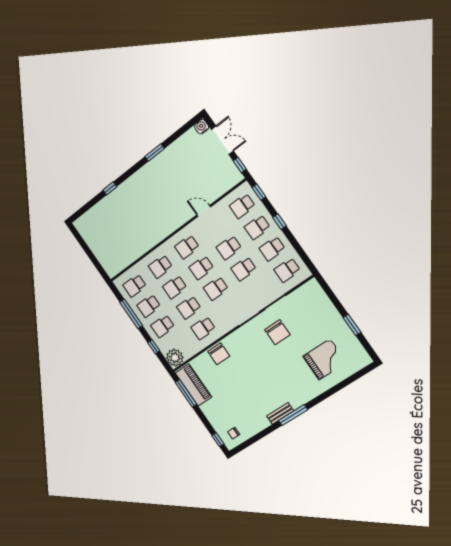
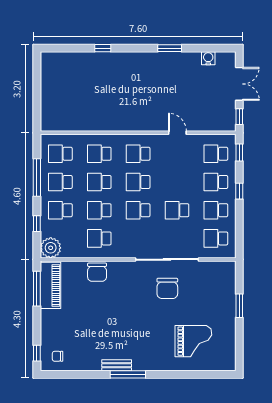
water cooler: (202, 127) -> (208, 58), moved
school desk: (229, 248) -> (177, 182), removed
window: (352, 325) -> (239, 306), moved

